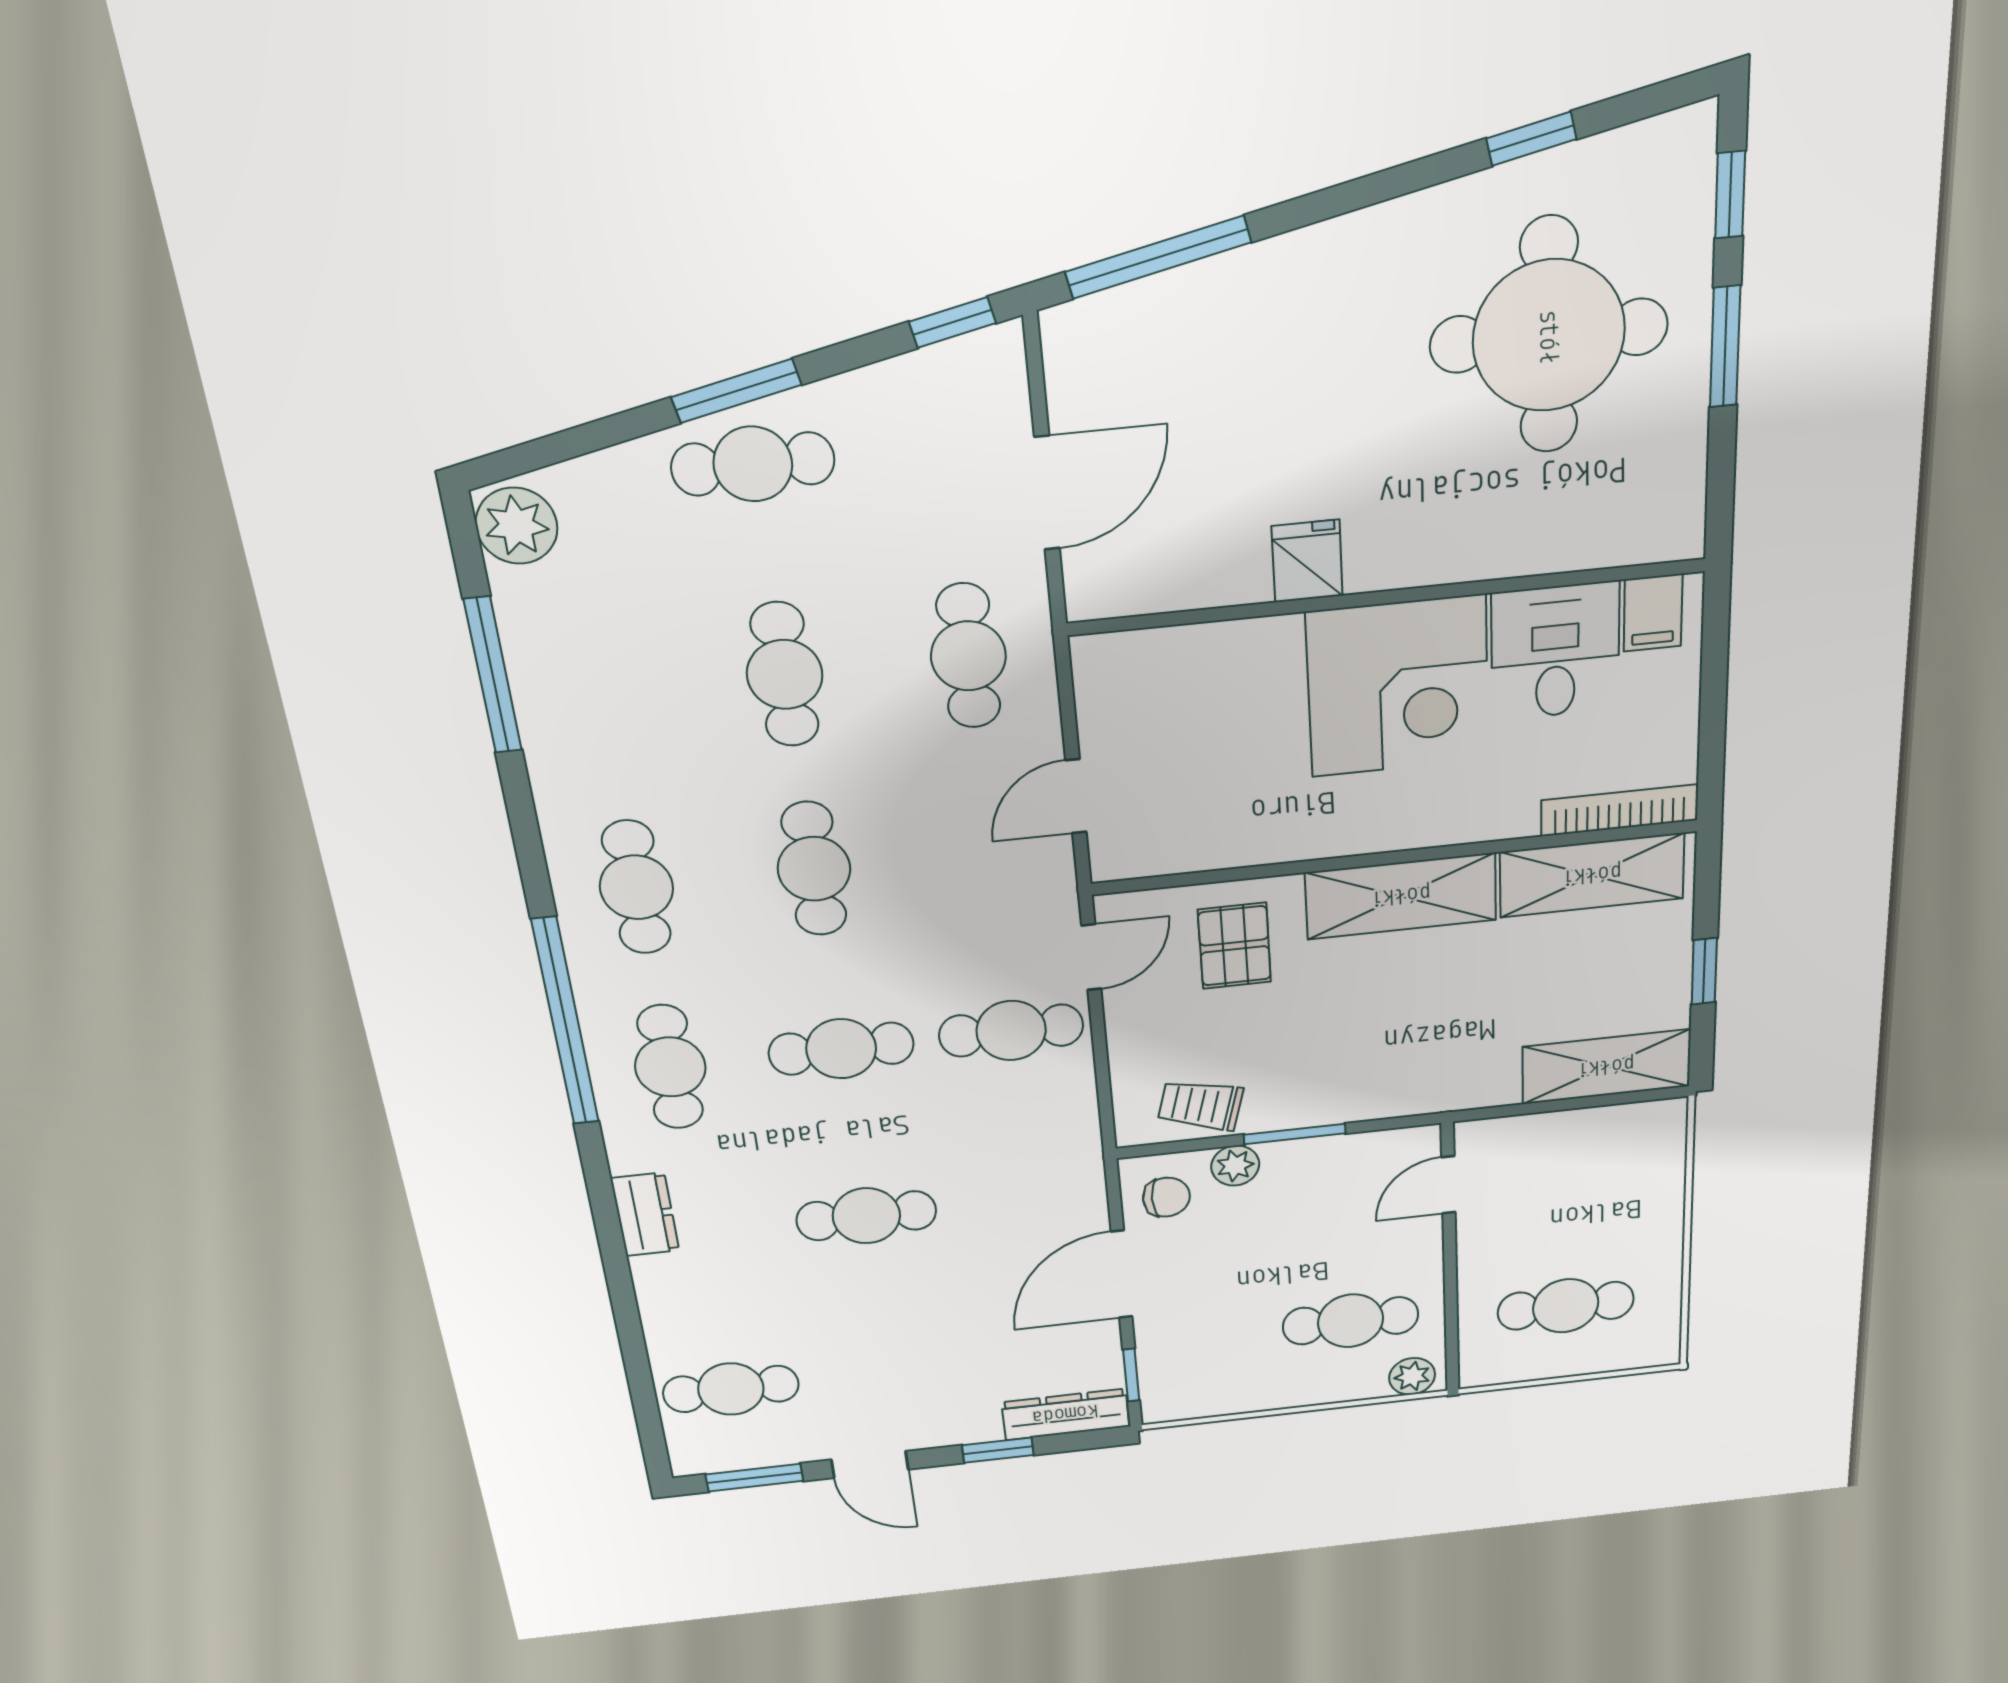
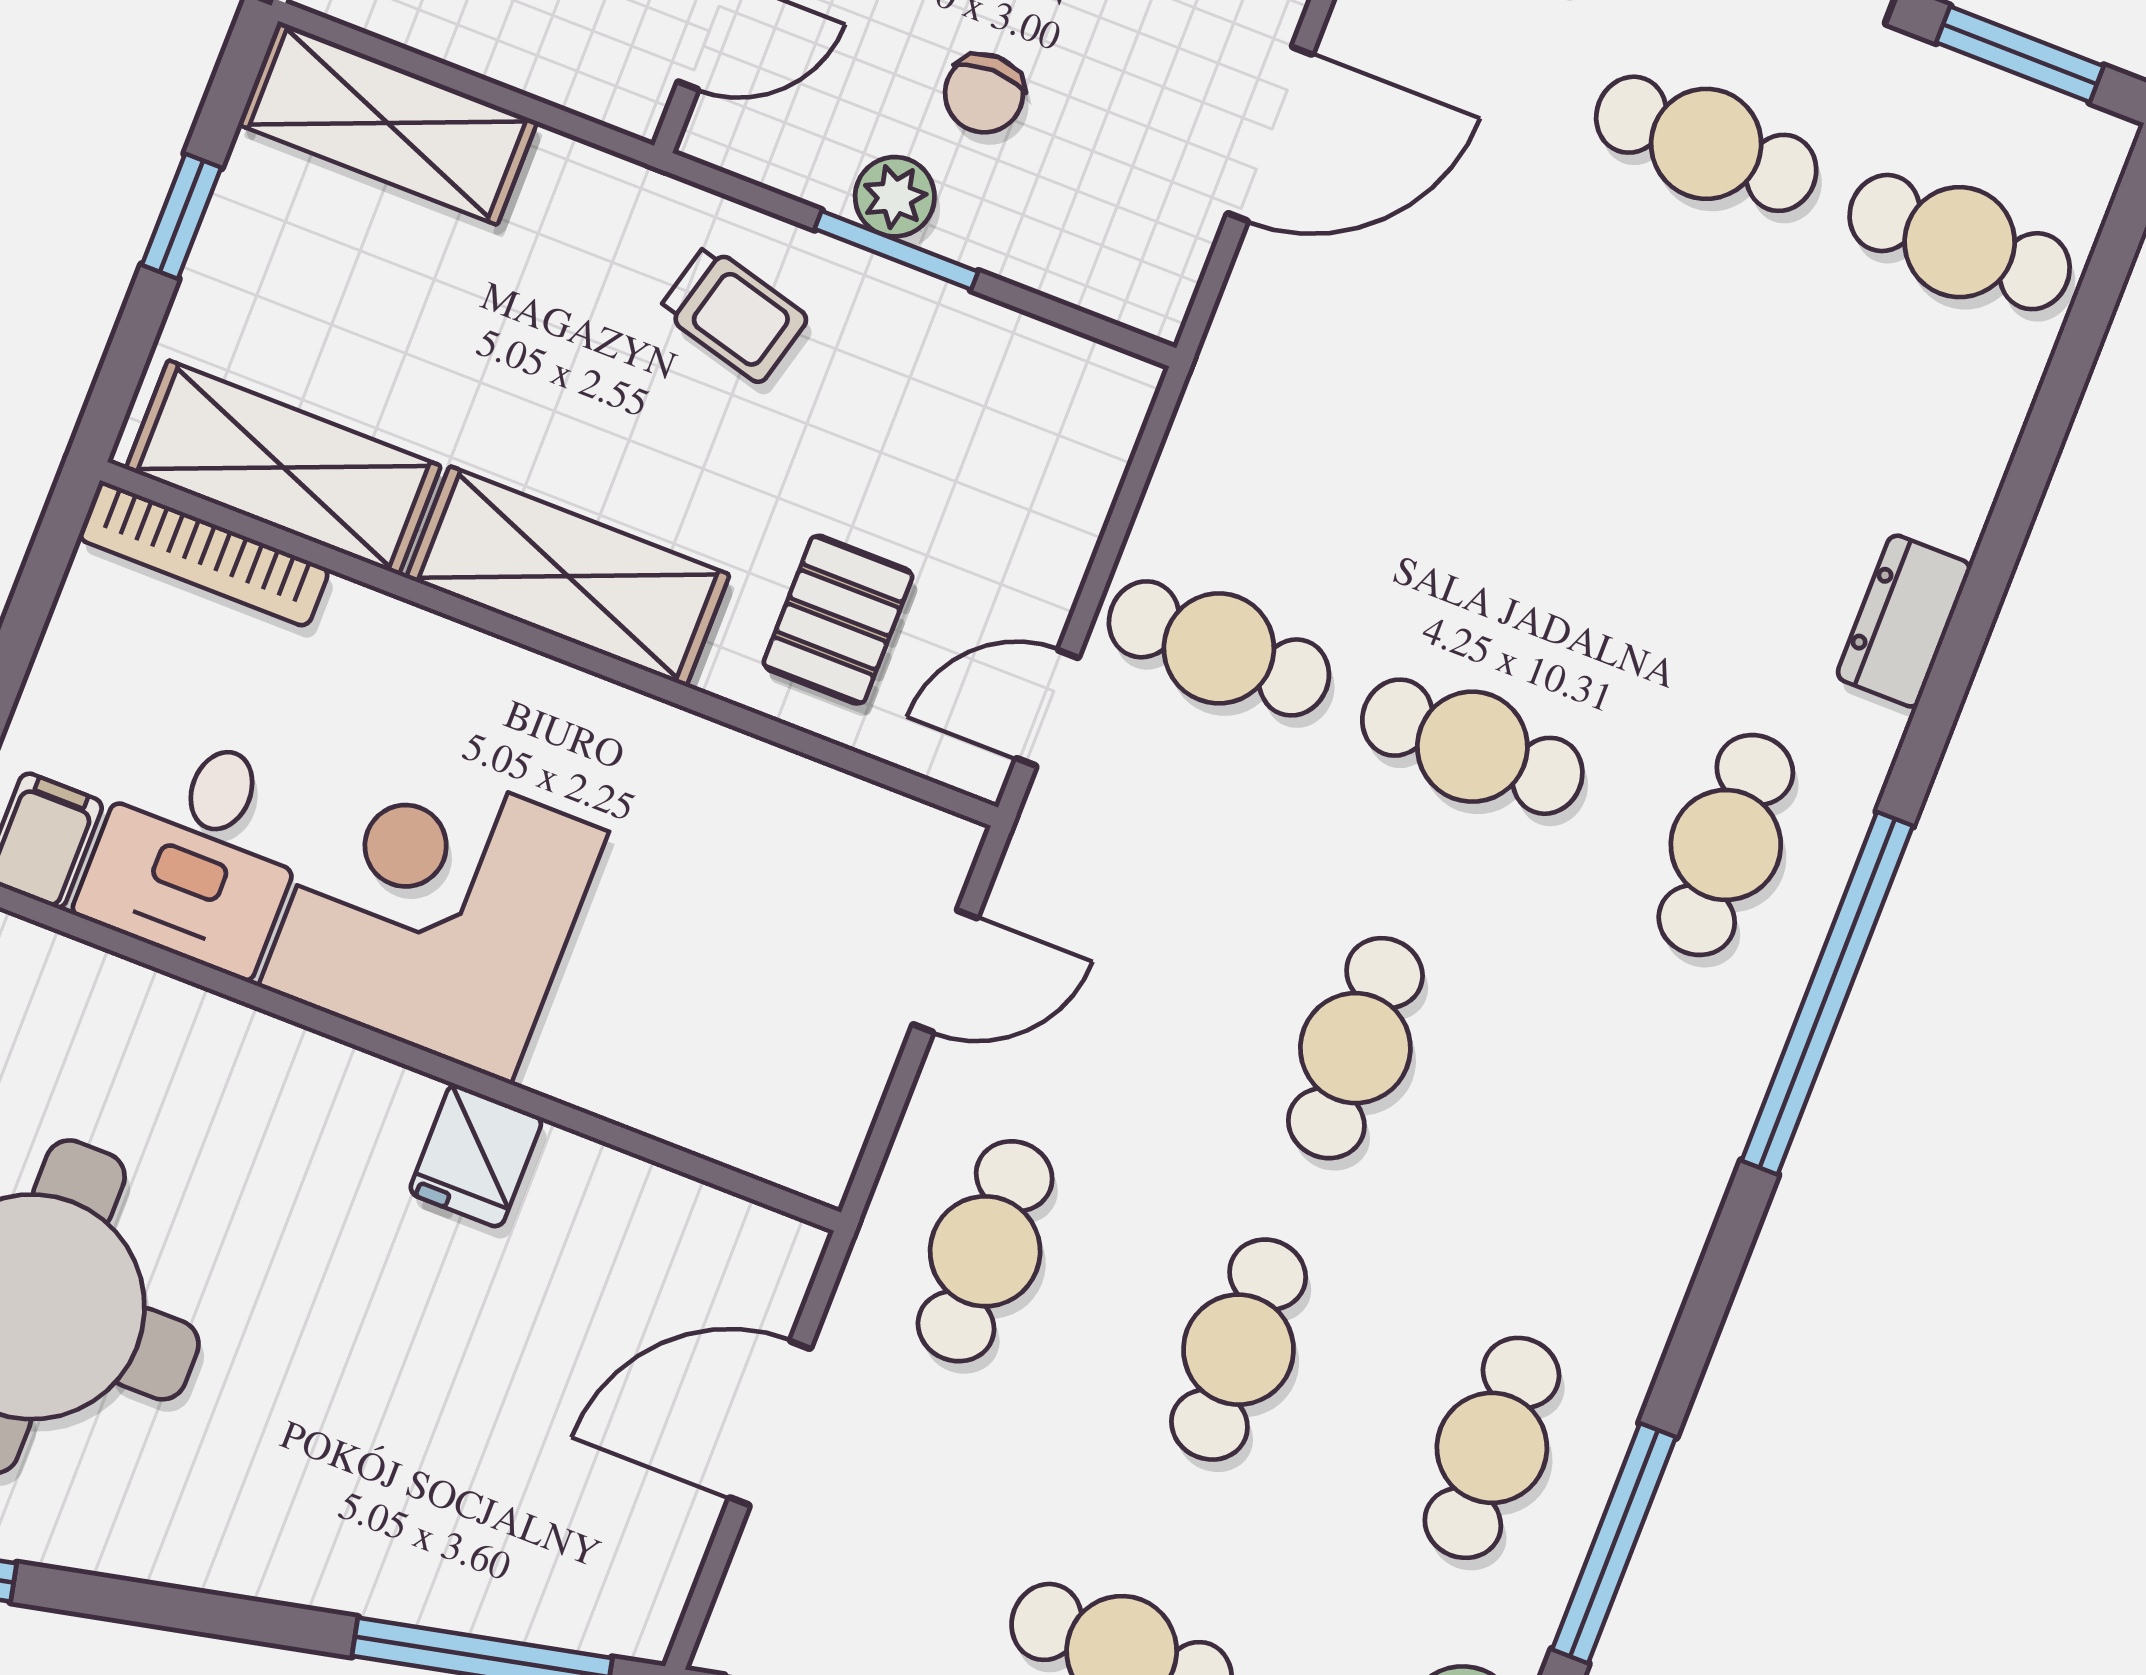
cafe table: (636, 887) -> (1492, 1448), moved
trolley: (1200, 1105) -> (734, 314), moved
plant: (1235, 1166) -> (895, 197), moved
chair: (1166, 1197) -> (984, 93), moved, turned -90
cafe table: (866, 1216) -> (1706, 144), moved

